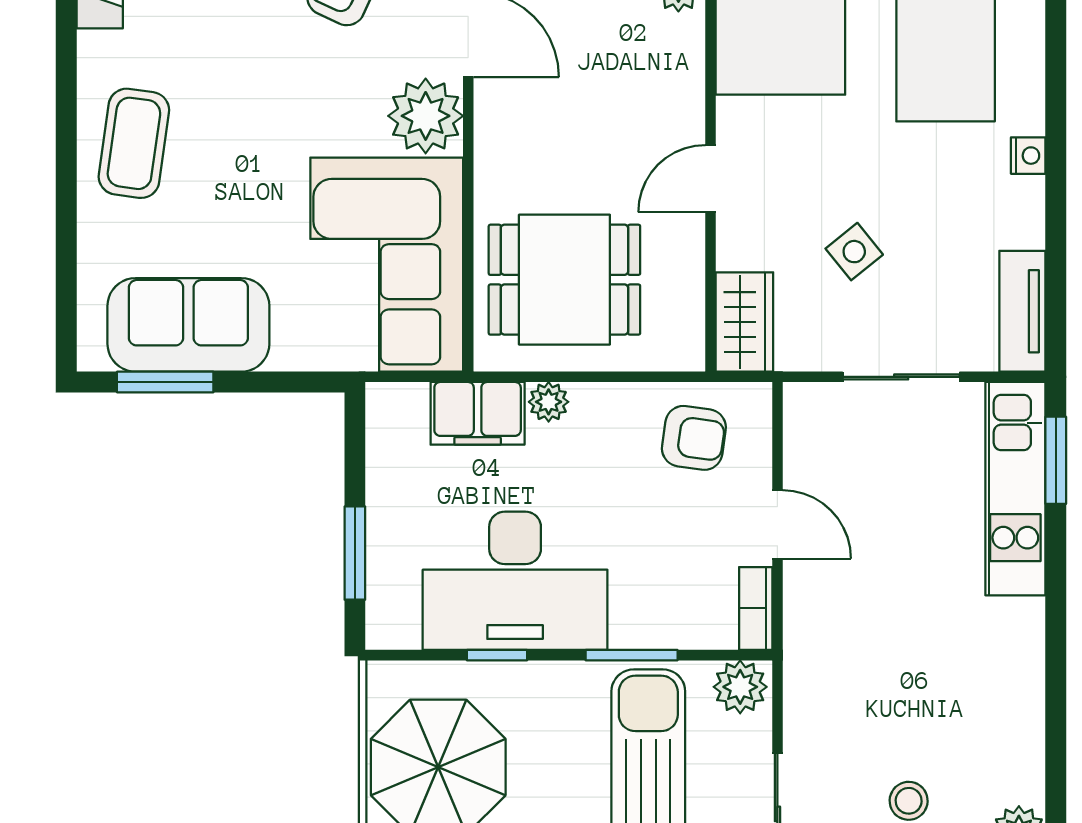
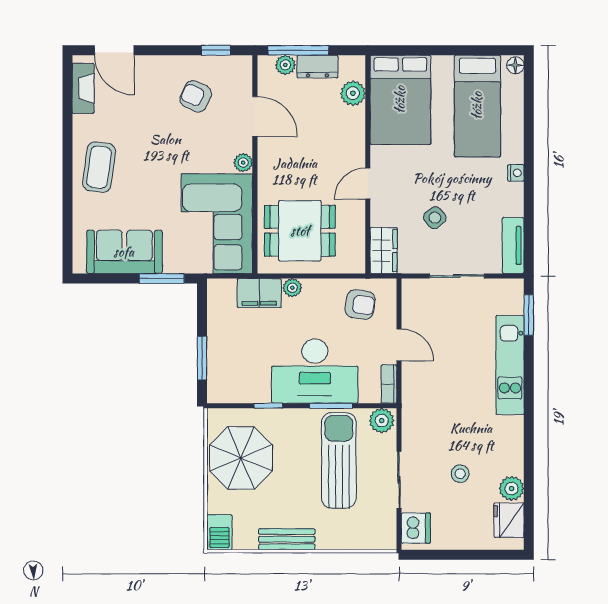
plant: (426, 116) -> (243, 163), width x0.53, depth x0.53
window: (165, 382) -> (162, 278), moved
kitchen unit: (1015, 489) -> (510, 365), moved
desk: (515, 581) -> (315, 371), moved

